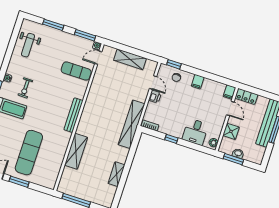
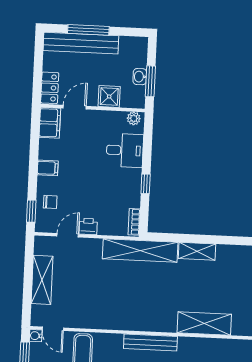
filing cabinet: (229, 92) -> (50, 123), width x2.00
shelving: (116, 174) -> (197, 251), moved

